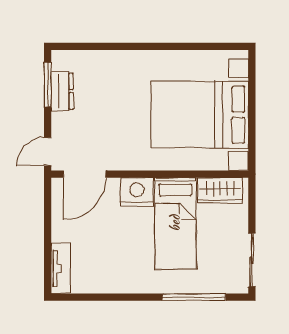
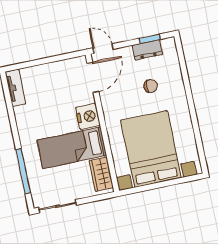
window: (48, 85) -> (150, 39), width x0.67
chair: (113, 97) -> (151, 86), added
door: (84, 174) -> (93, 77), swing flipped
tv unit: (61, 268) -> (15, 88), moved, turned -90

